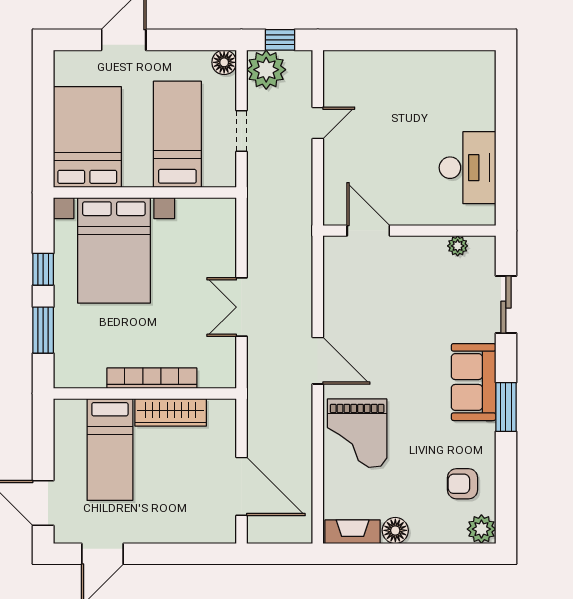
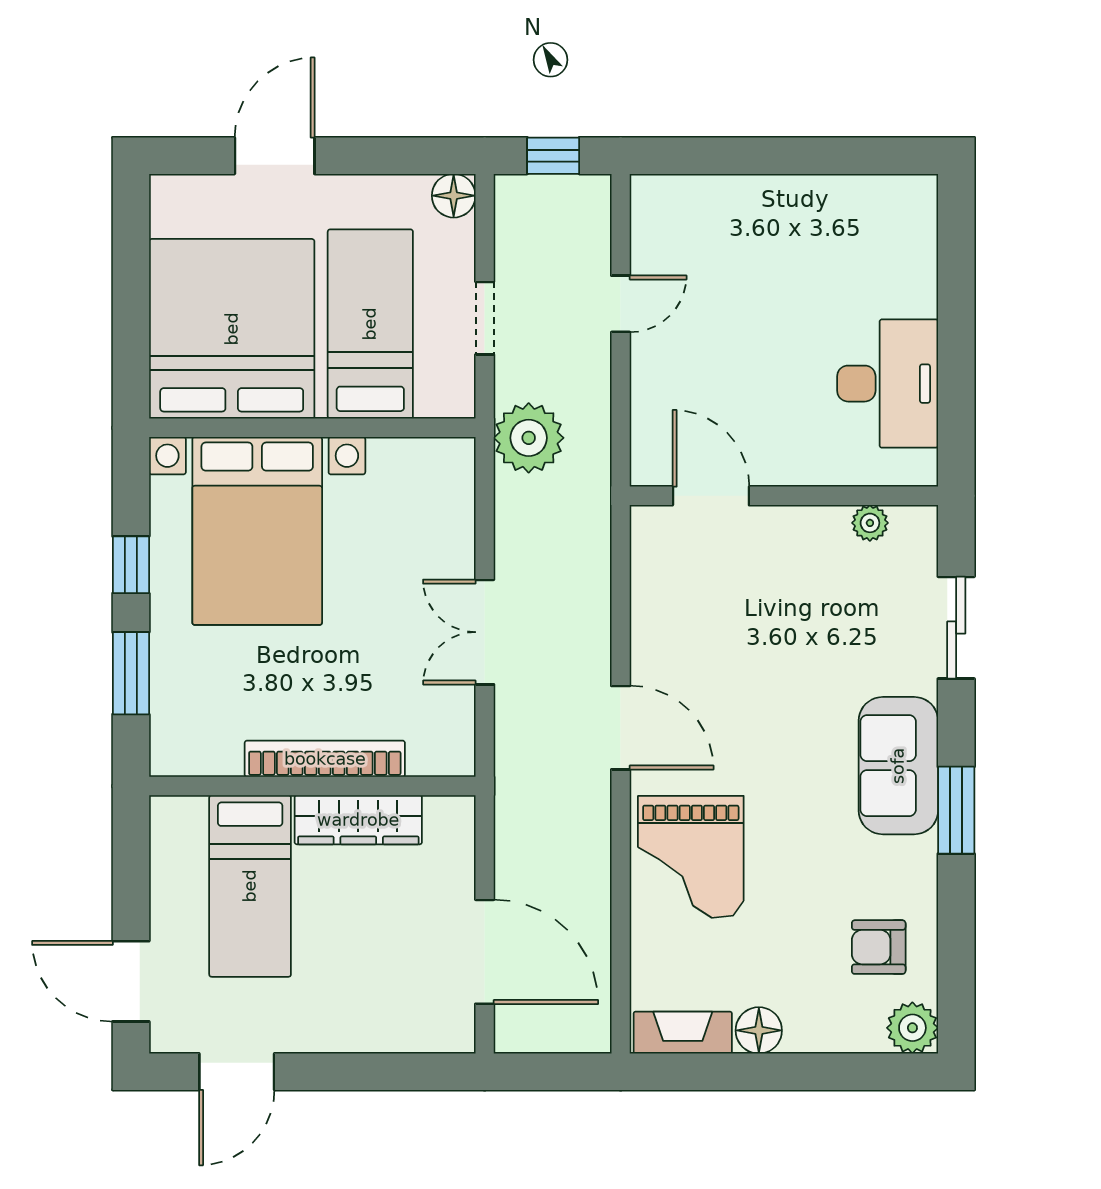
plant: (266, 70) -> (529, 438), moved
bed: (87, 137) -> (232, 329), width x1.36

